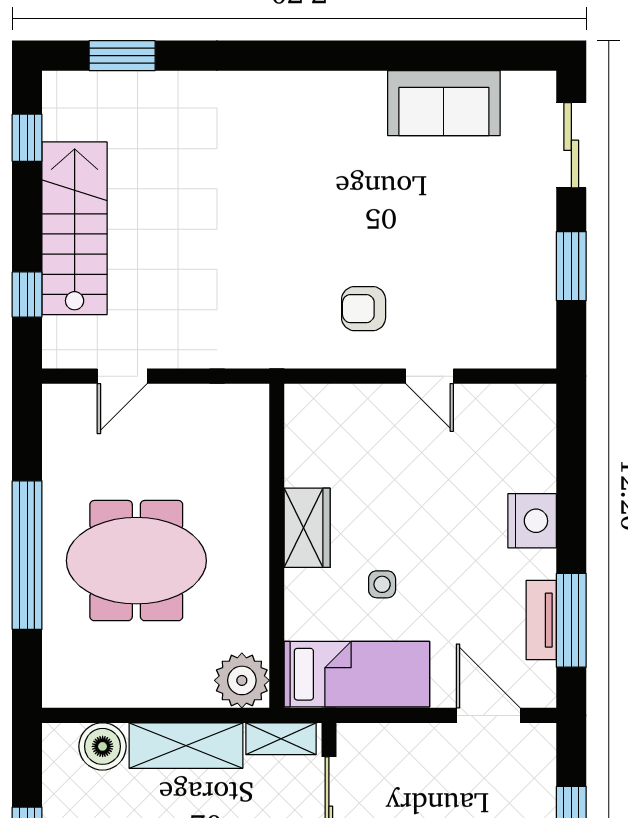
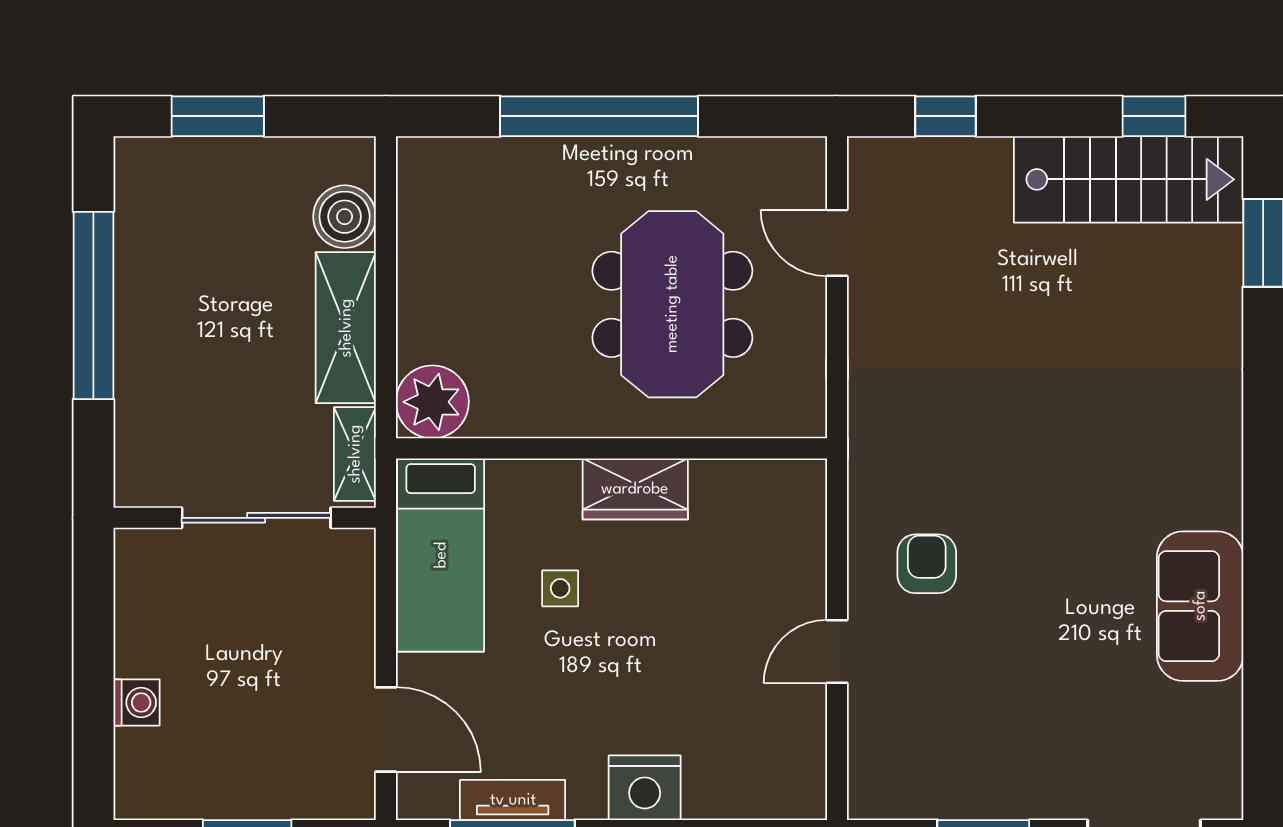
sofa: (444, 103) -> (1200, 606), moved
stairs: (75, 228) -> (1129, 179), moved
meeting table: (136, 561) -> (672, 304), moved
door: (488, 715) -> (386, 730), hinge flipped

